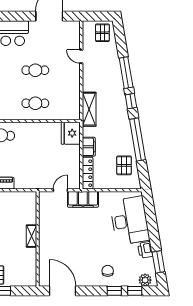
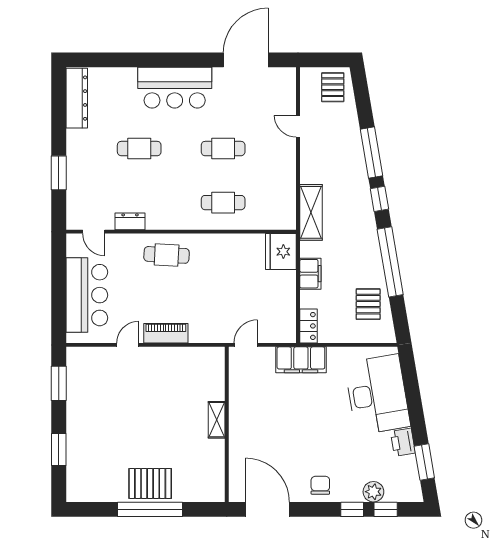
locker: (88, 173) -> (309, 326), width x0.66
door: (60, 190) -> (246, 345), moved
chair: (108, 271) -> (320, 485), moved
plant: (145, 280) -> (373, 492), moved

